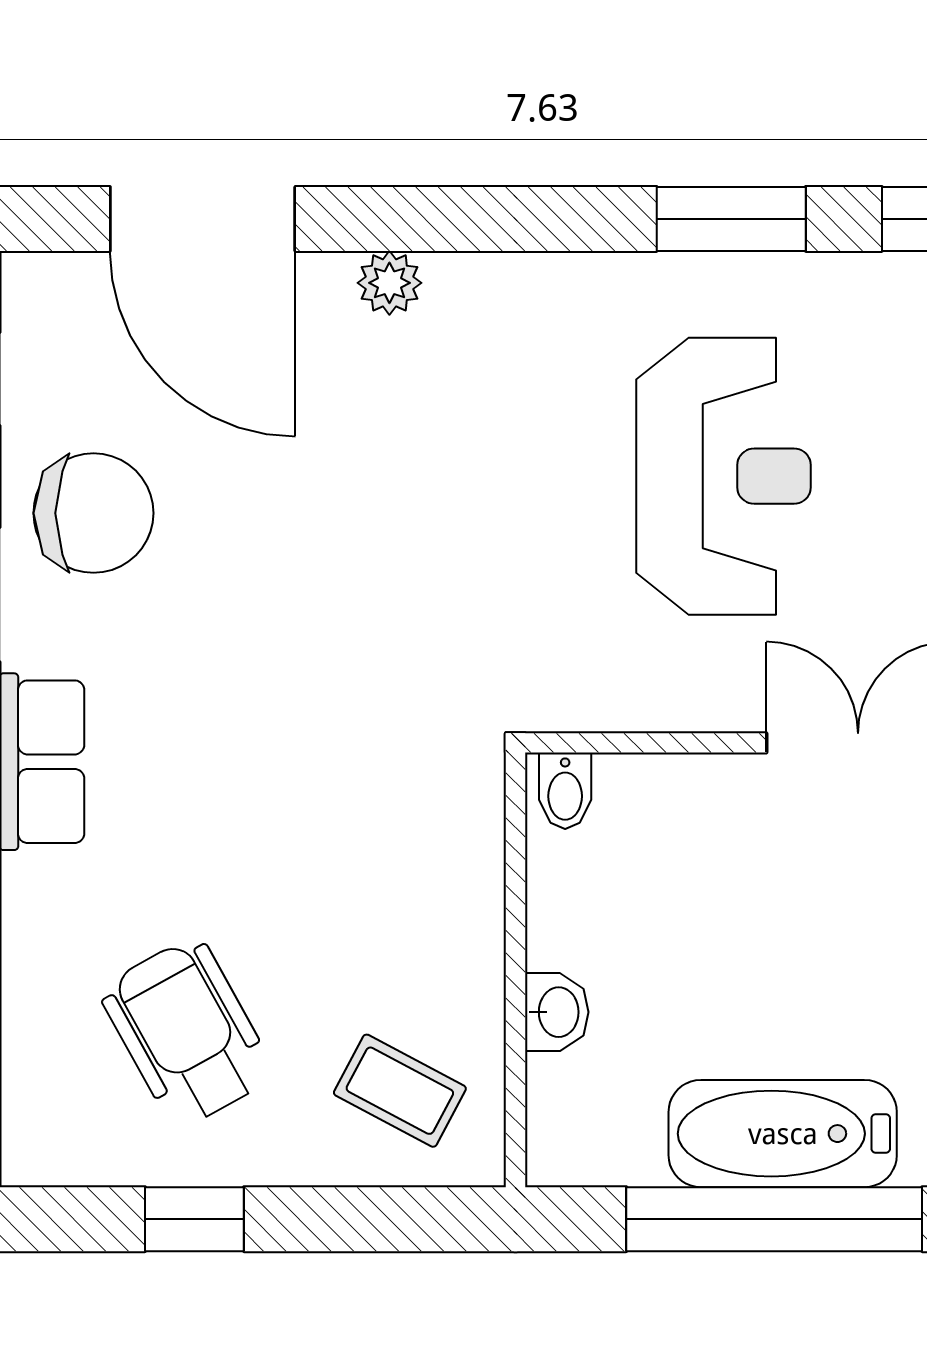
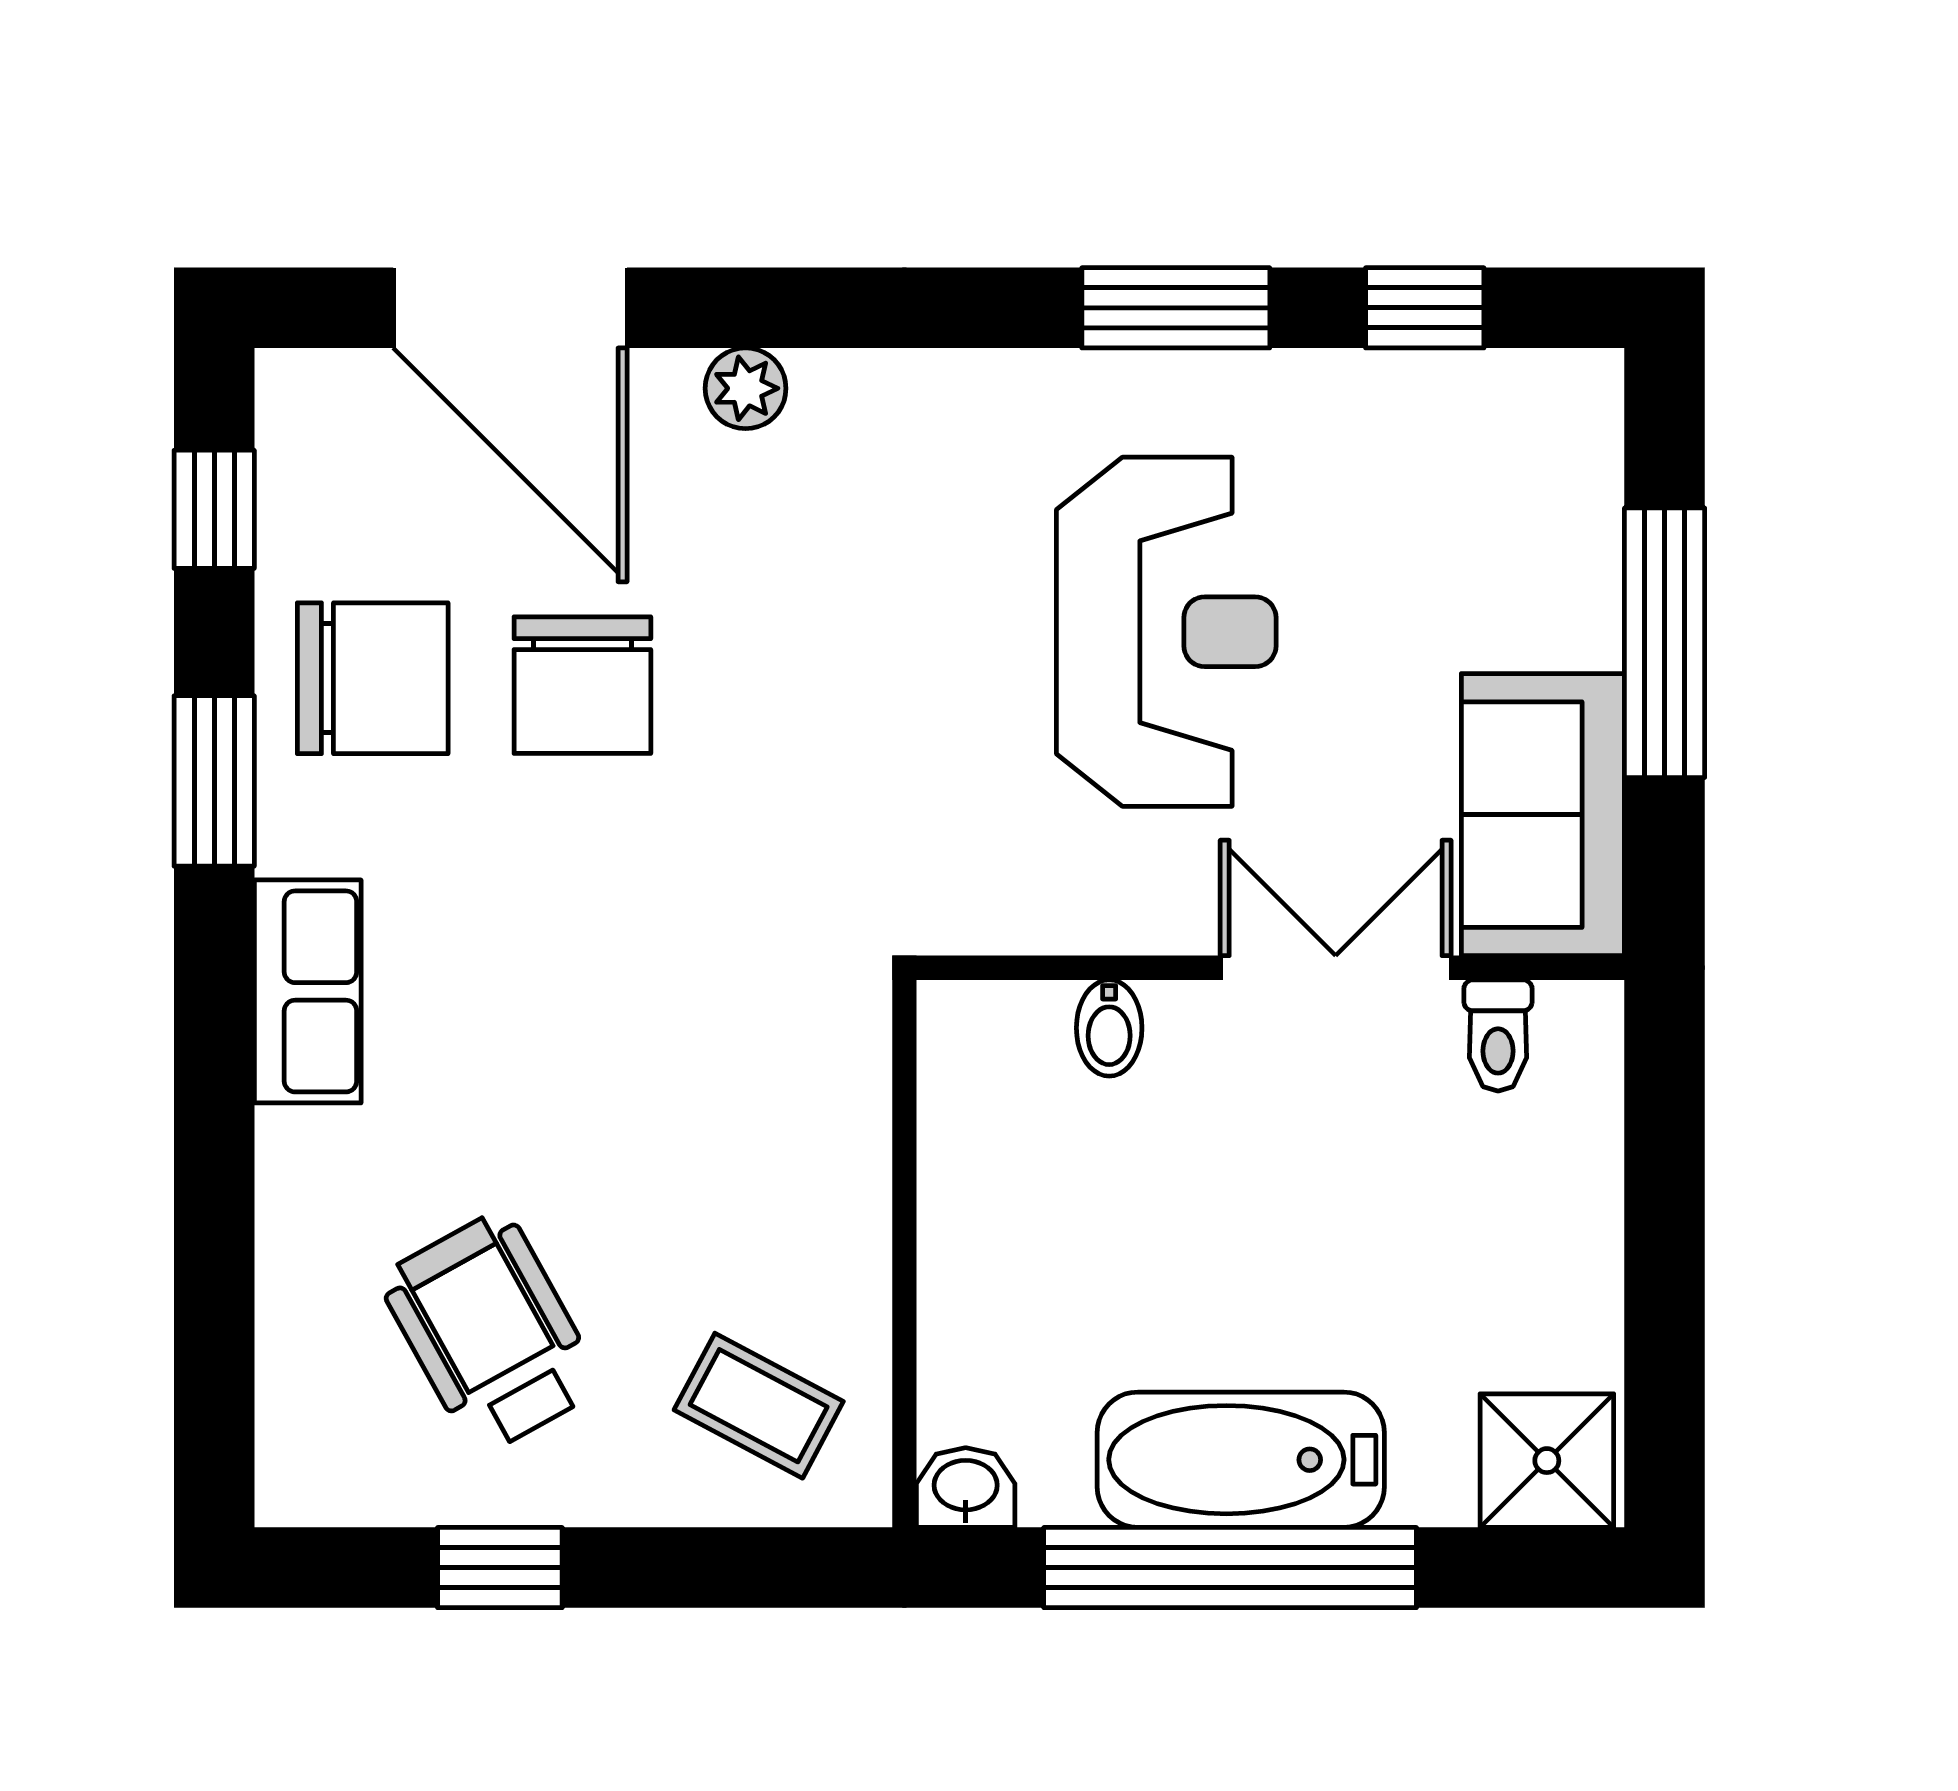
chair: (260, 519) -> (582, 685), added
bidet: (565, 791) -> (1109, 1028), moved
washbasin: (557, 1012) -> (966, 1488), moved, turned -90

